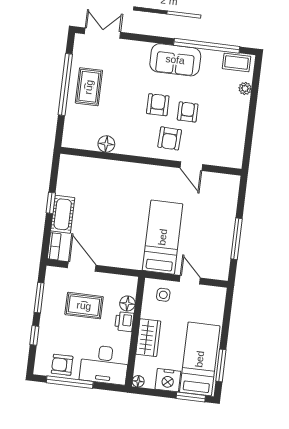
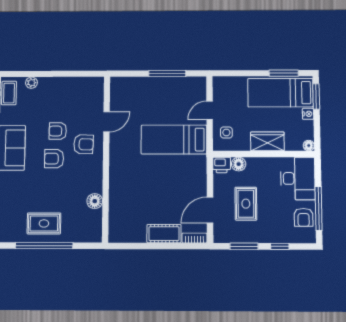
window: (51, 203) -> (155, 246), removed
printer: (124, 322) -> (222, 165), moved
nightstand: (168, 380) -> (308, 114), width x0.53, depth x0.56

